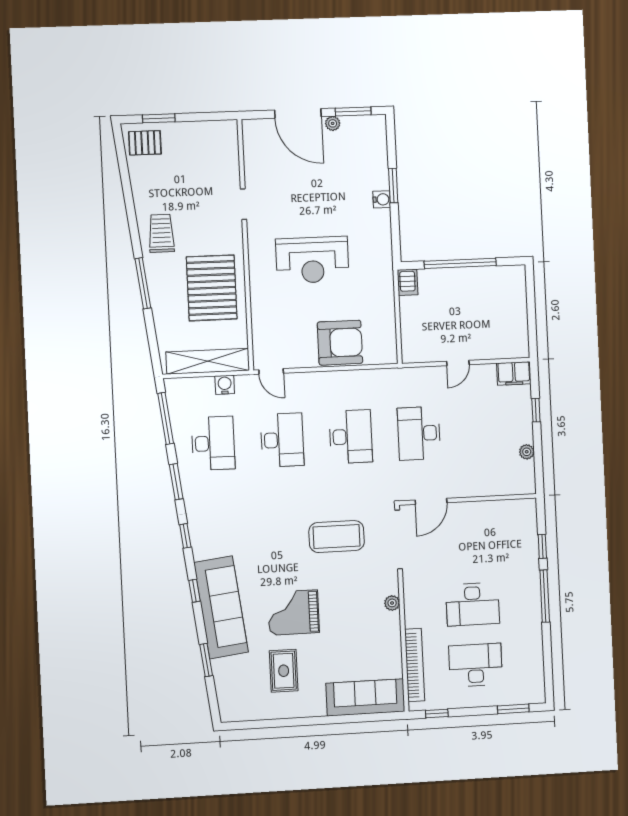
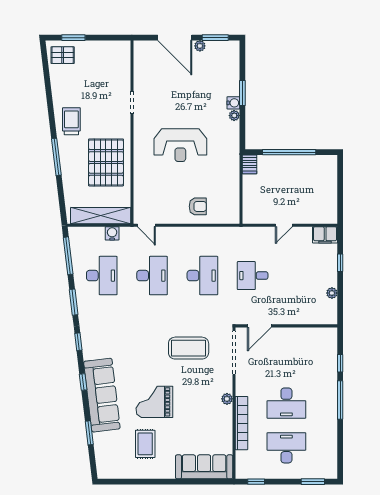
plant: (384, 217) -> (234, 116), added
armchair: (340, 343) -> (198, 206), width x0.53, depth x0.53
desk: (419, 433) -> (253, 276), width x0.73
bookcase: (415, 665) -> (241, 423), moved

